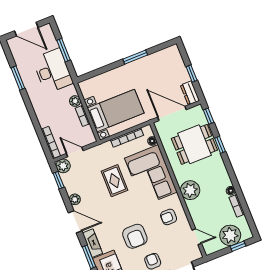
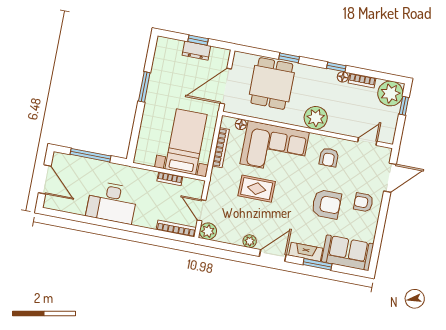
door: (26, 29) -> (45, 179), hinge flipped
window: (64, 50) -> (90, 155), width x1.44
desk: (53, 71) -> (112, 202), moved, turned 180
window: (18, 78) -> (89, 220), removed
dresser: (190, 93) -> (196, 51), moved
plant: (75, 101) -> (150, 177), removed
window: (209, 116) -> (336, 67), moved
door: (75, 152) -> (202, 210), hinge flipped
window: (59, 180) -> (220, 245), removed
plant: (230, 235) -> (390, 93), moved

